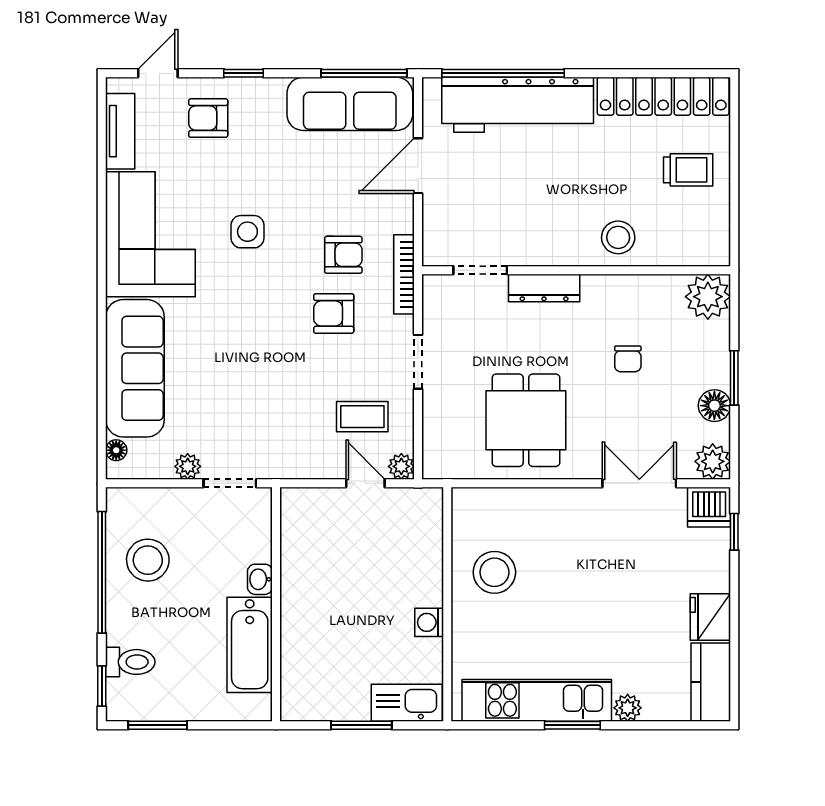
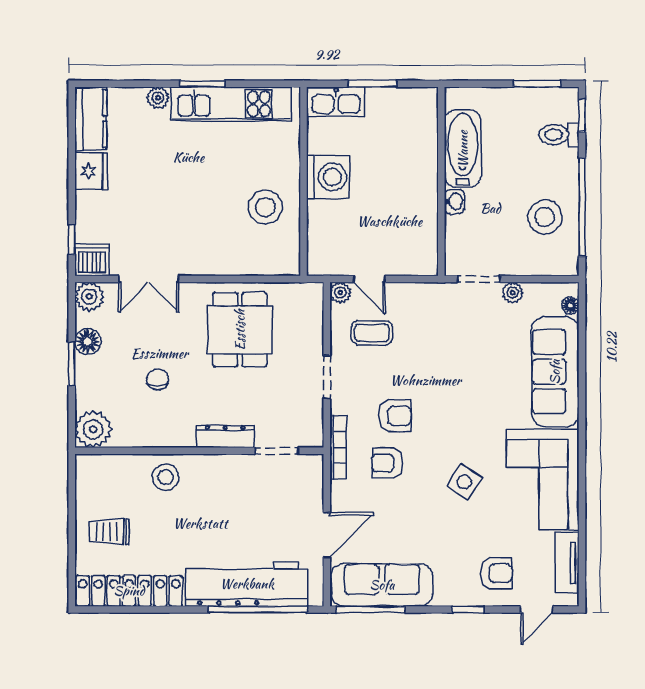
side table: (247, 232) -> (464, 482), turned 33
washing machine: (429, 622) -> (328, 177), width x1.89, depth x1.89

